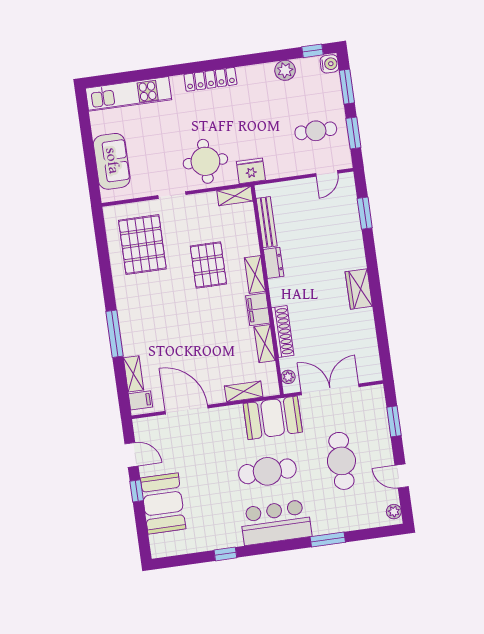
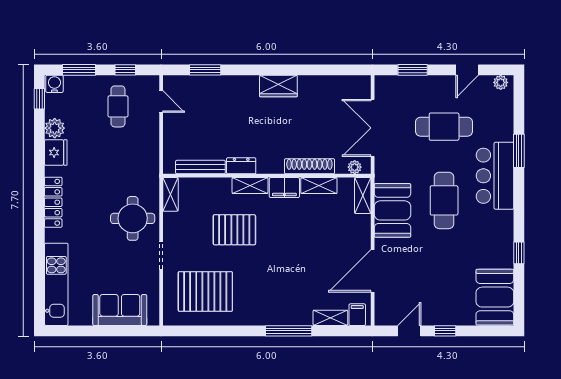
window: (353, 133) -> (125, 70), width x0.67
fridge: (251, 171) -> (56, 153), moved, turned 180
shelving: (244, 391) -> (363, 196), moved
booth: (273, 418) -> (392, 210), moved
booth: (163, 503) -> (495, 297), moved, turned 90
bar counter: (276, 522) -> (495, 176), moved

